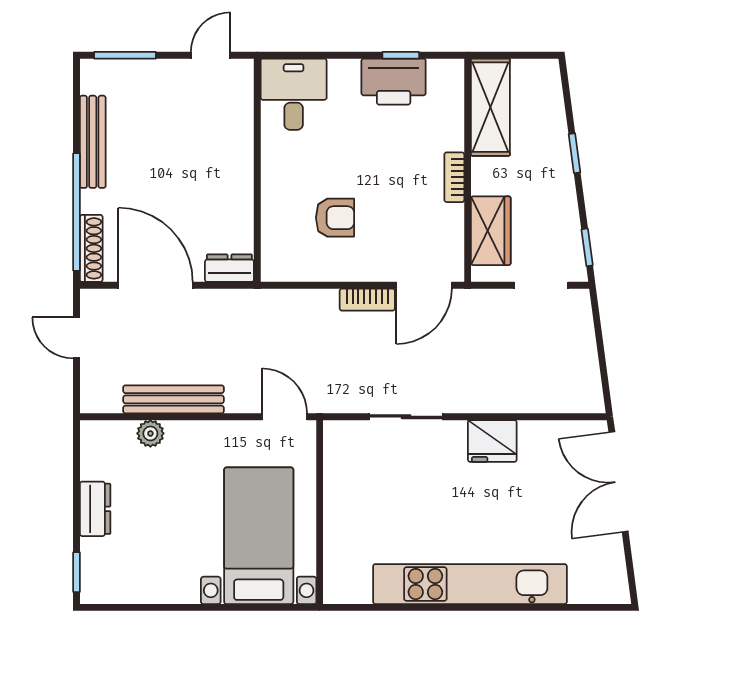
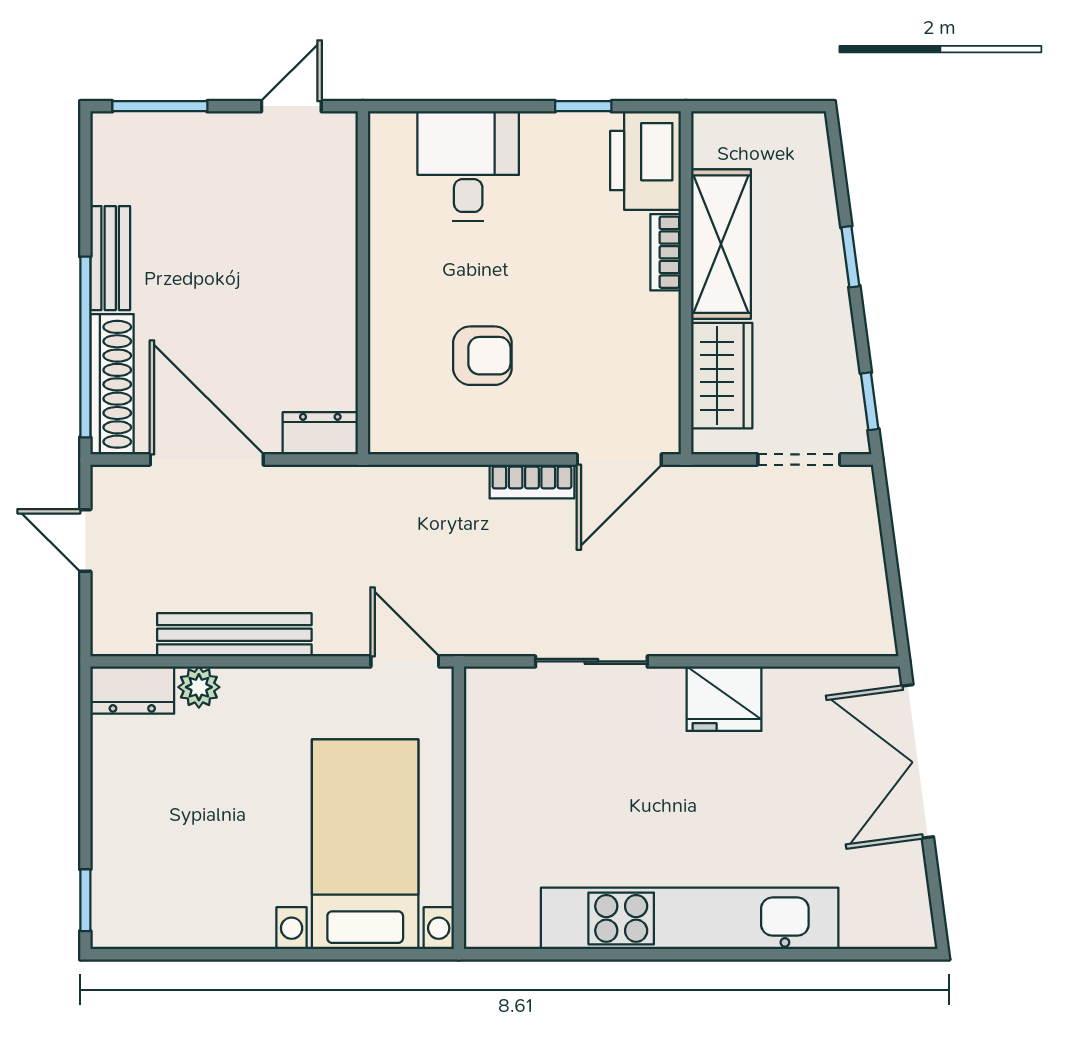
printer: (394, 82) -> (645, 161), moved, turned 90
desk: (294, 94) -> (468, 166), moved
shelving: (490, 107) -> (721, 244), moved
bench: (93, 142) -> (110, 258), width x0.73
bookcase: (454, 177) -> (666, 252), moved
shoe rack: (91, 248) -> (112, 384), width x1.36, depth x1.24
dresser: (95, 509) -> (132, 690), moved, turned 90

